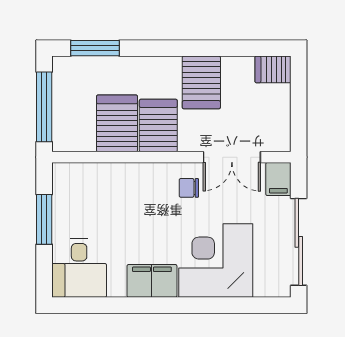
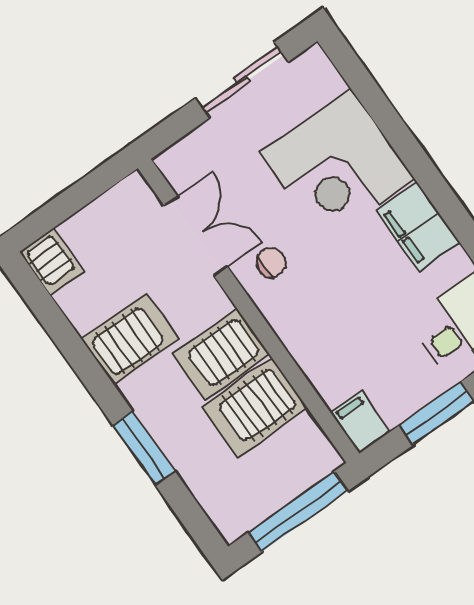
window: (95, 48) -> (144, 448), moved
filing cabinet: (278, 179) -> (360, 422), moved, turned -90
chair: (189, 188) -> (271, 262), turned -90
sliding door: (299, 242) -> (242, 80), width x0.73

